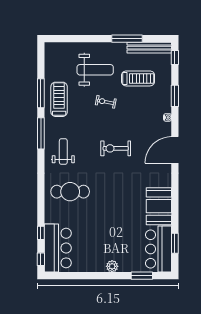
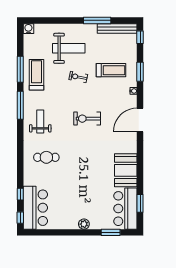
water cooler: (50, 48) -> (28, 29), added
treadmill: (138, 78) -> (111, 70), moved
cafe table: (70, 192) -> (46, 157), width x0.73, depth x0.74

